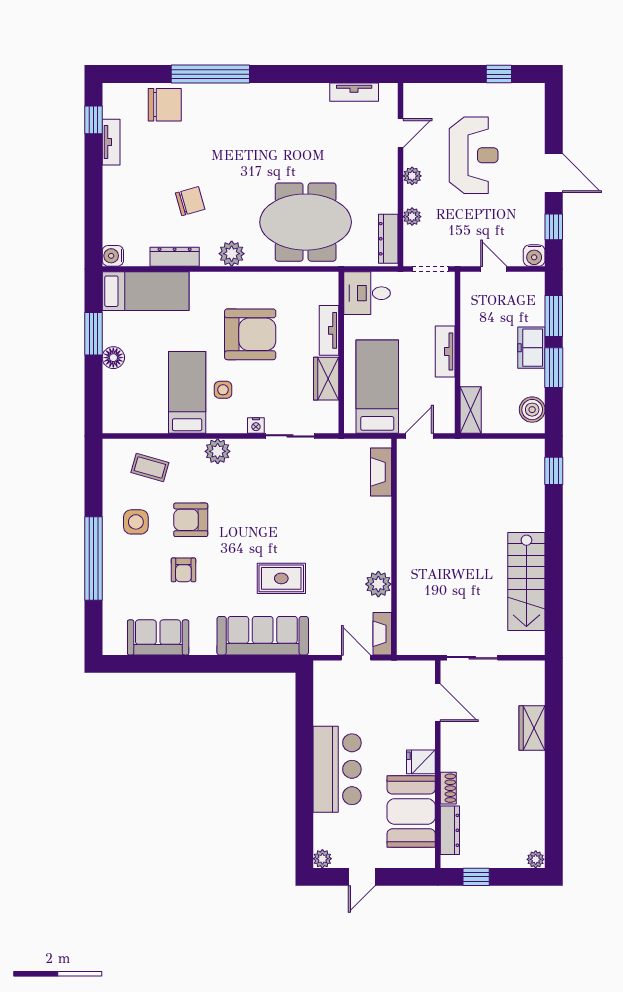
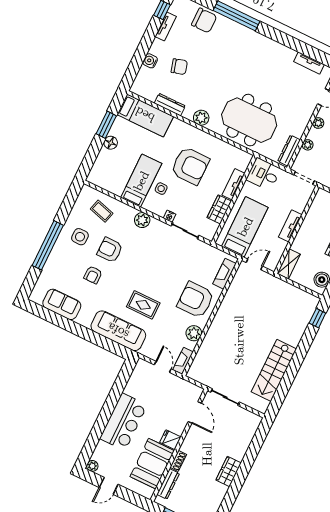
chair: (190, 201) -> (179, 67), moved
water cooler: (113, 256) -> (150, 61), moved
armchair: (356, 532) -> (196, 300), added
wardrobe: (532, 728) -> (229, 471), moved

